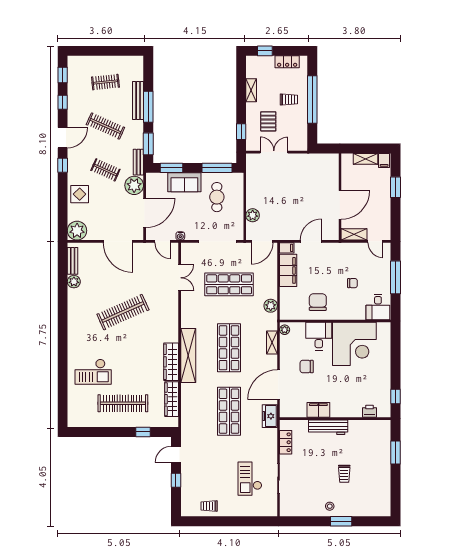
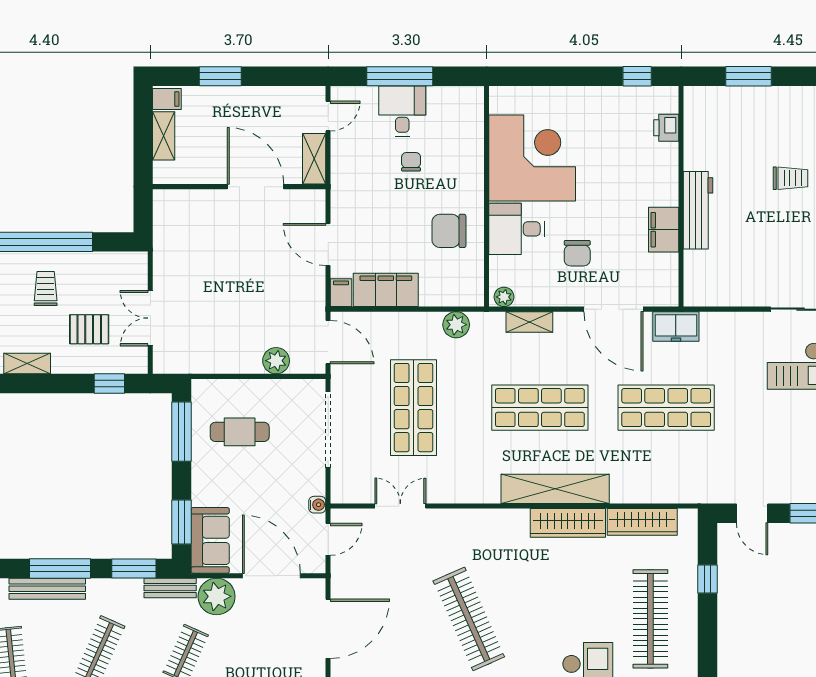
sofa: (184, 182) -> (210, 540), moved
desk: (378, 307) -> (402, 111), moved, turned -90
locker: (286, 442) -> (728, 295), removed

